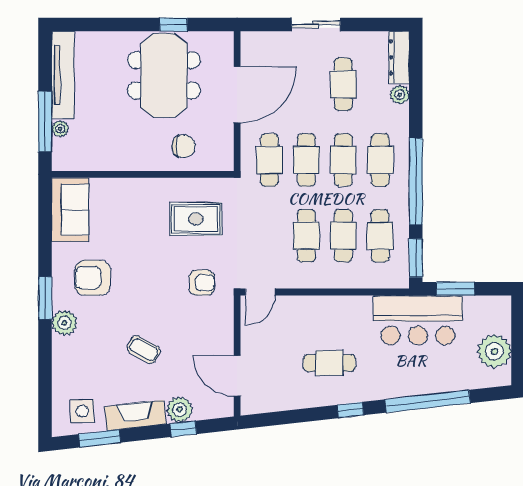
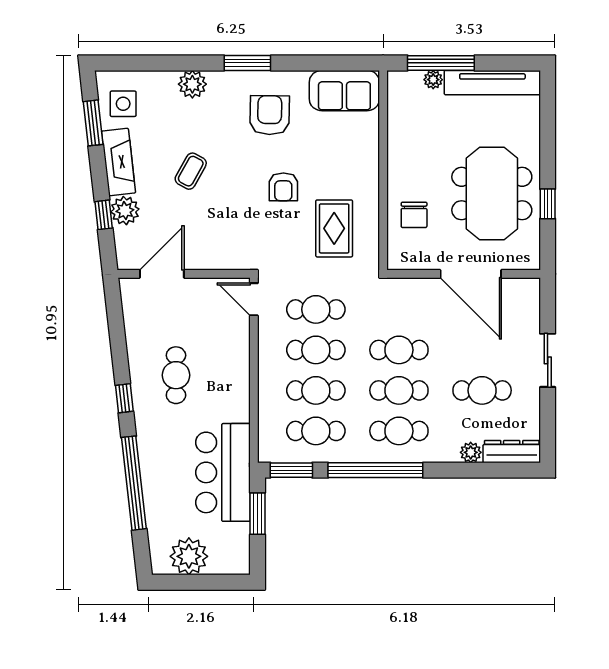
meeting table: (164, 75) -> (492, 194), turned 90
cafe table: (270, 160) -> (316, 309), moved
armchair: (202, 283) -> (283, 187), moved
plant: (64, 323) -> (192, 84), moved

